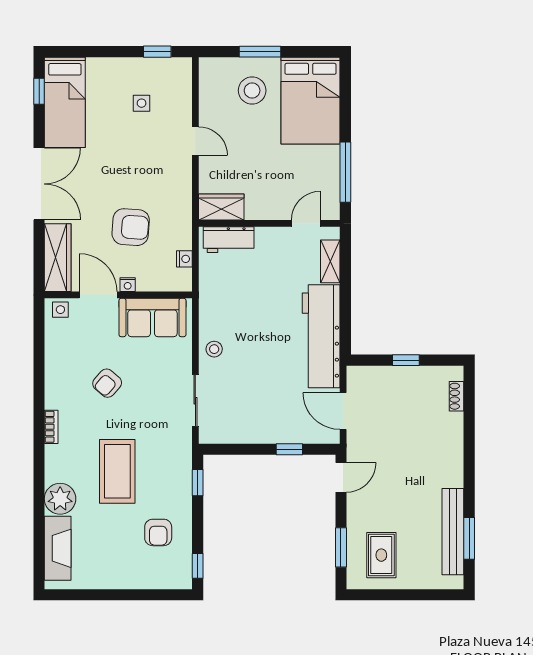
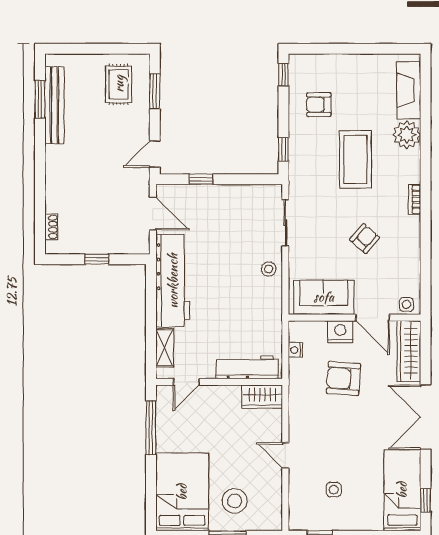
workbench: (229, 240) -> (247, 367), width x1.38
nightstand: (128, 285) -> (340, 332), width x1.89, depth x1.79
armchair: (158, 532) -> (319, 105), turned -90

